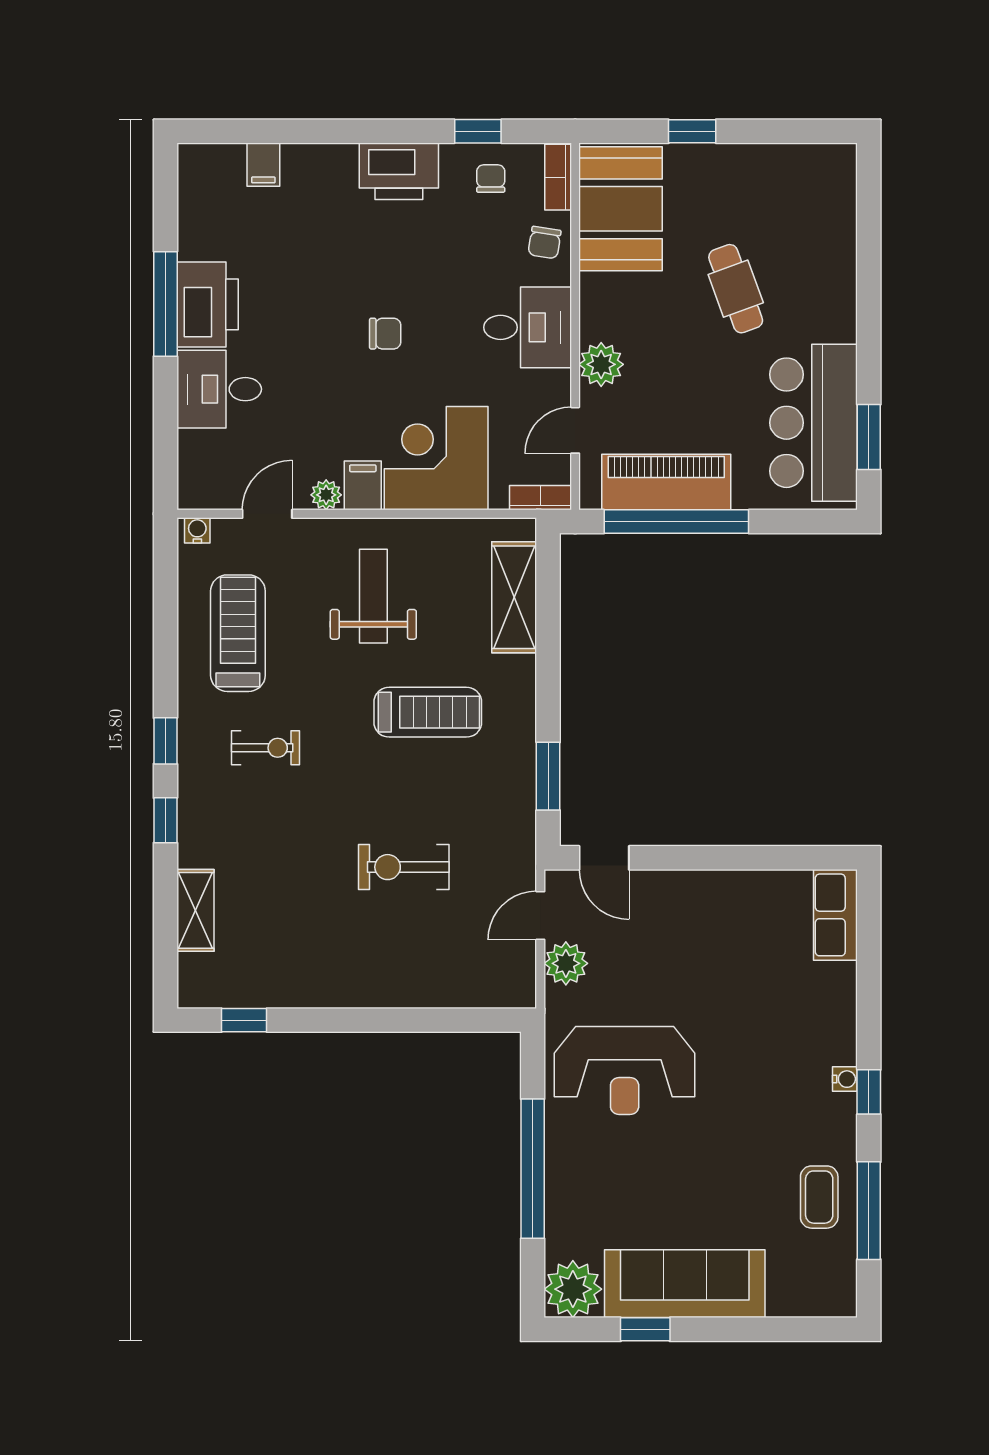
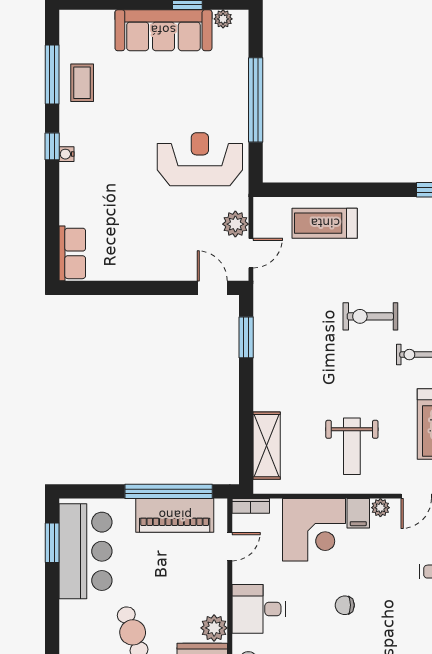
plant: (601, 364) -> (214, 628), moved
treadmill: (428, 712) -> (325, 223), moved
exercise bike: (404, 867) -> (370, 316), moved, turned 180
plant: (573, 1289) -> (223, 19), width x0.53, depth x0.53

